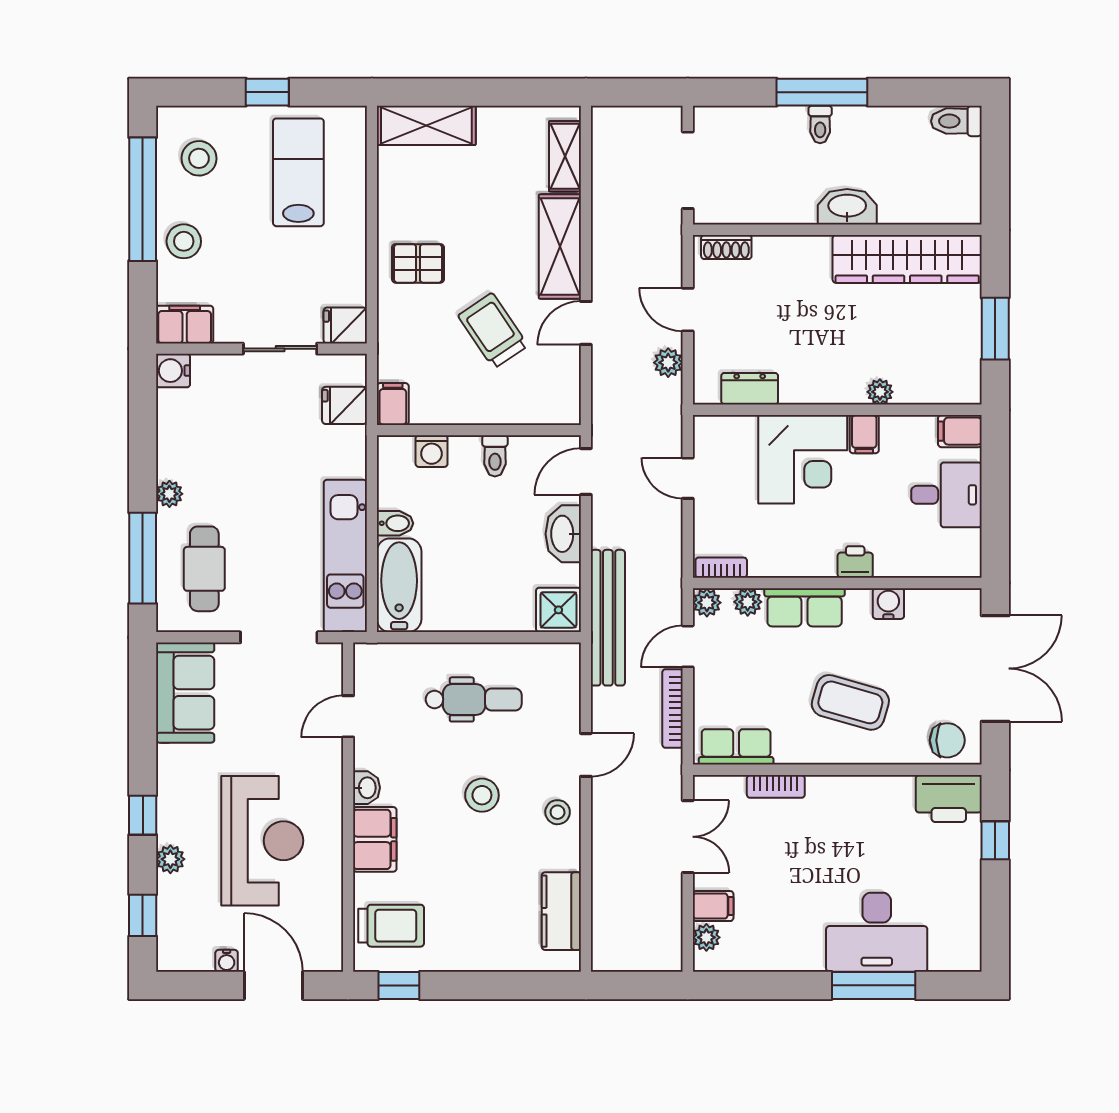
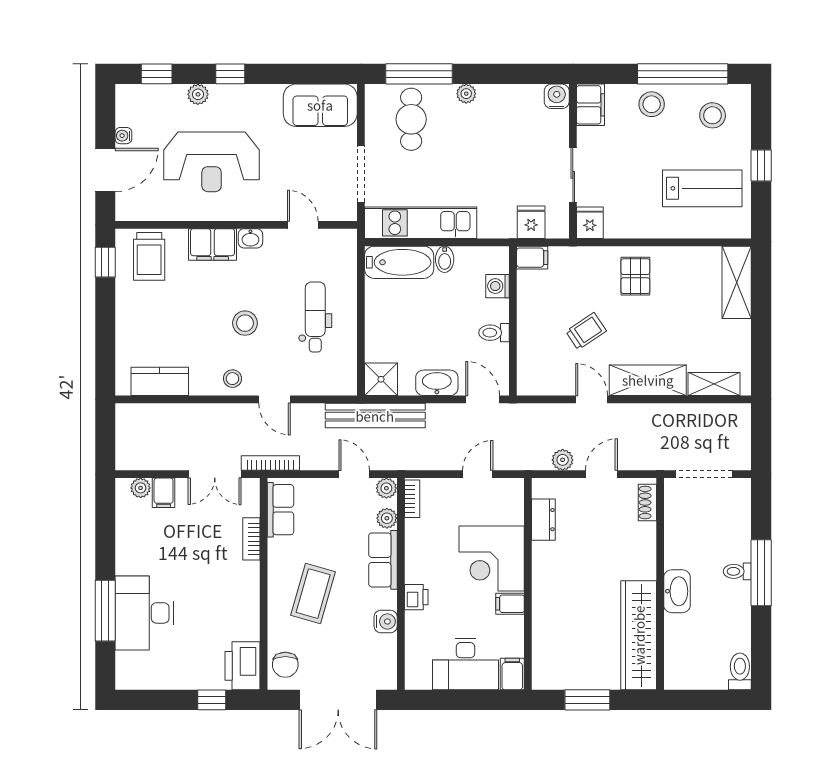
trolley: (493, 331) -> (586, 331), width x0.73, depth x0.72
plant: (880, 392) -> (541, 615), removed
desk: (946, 495) -> (465, 664), width x1.37
cafe table: (204, 569) -> (411, 119), turned 90
dental chair: (474, 699) -> (315, 317), turned 180
bookcase: (673, 708) -> (270, 463), moved

